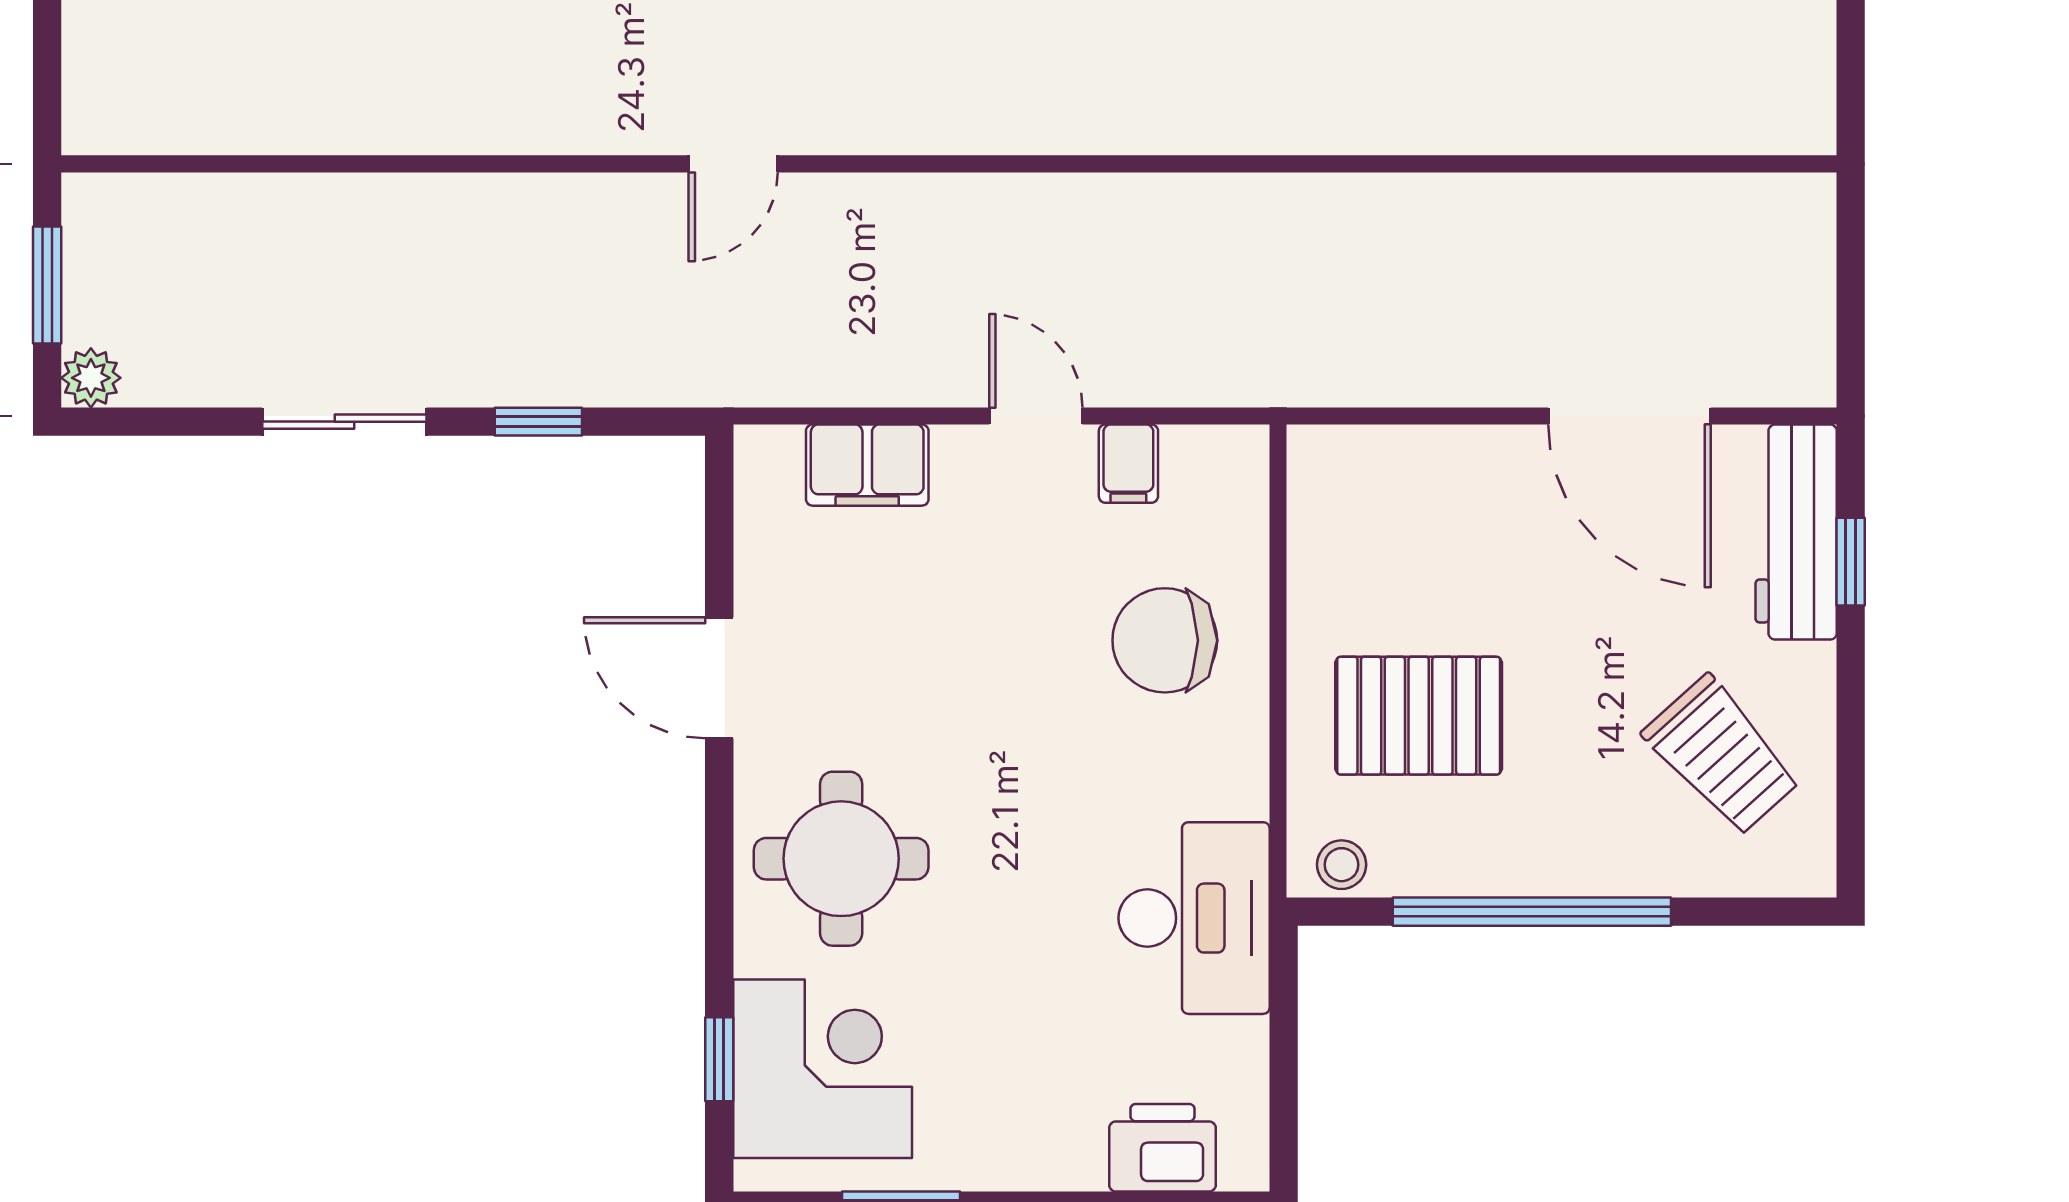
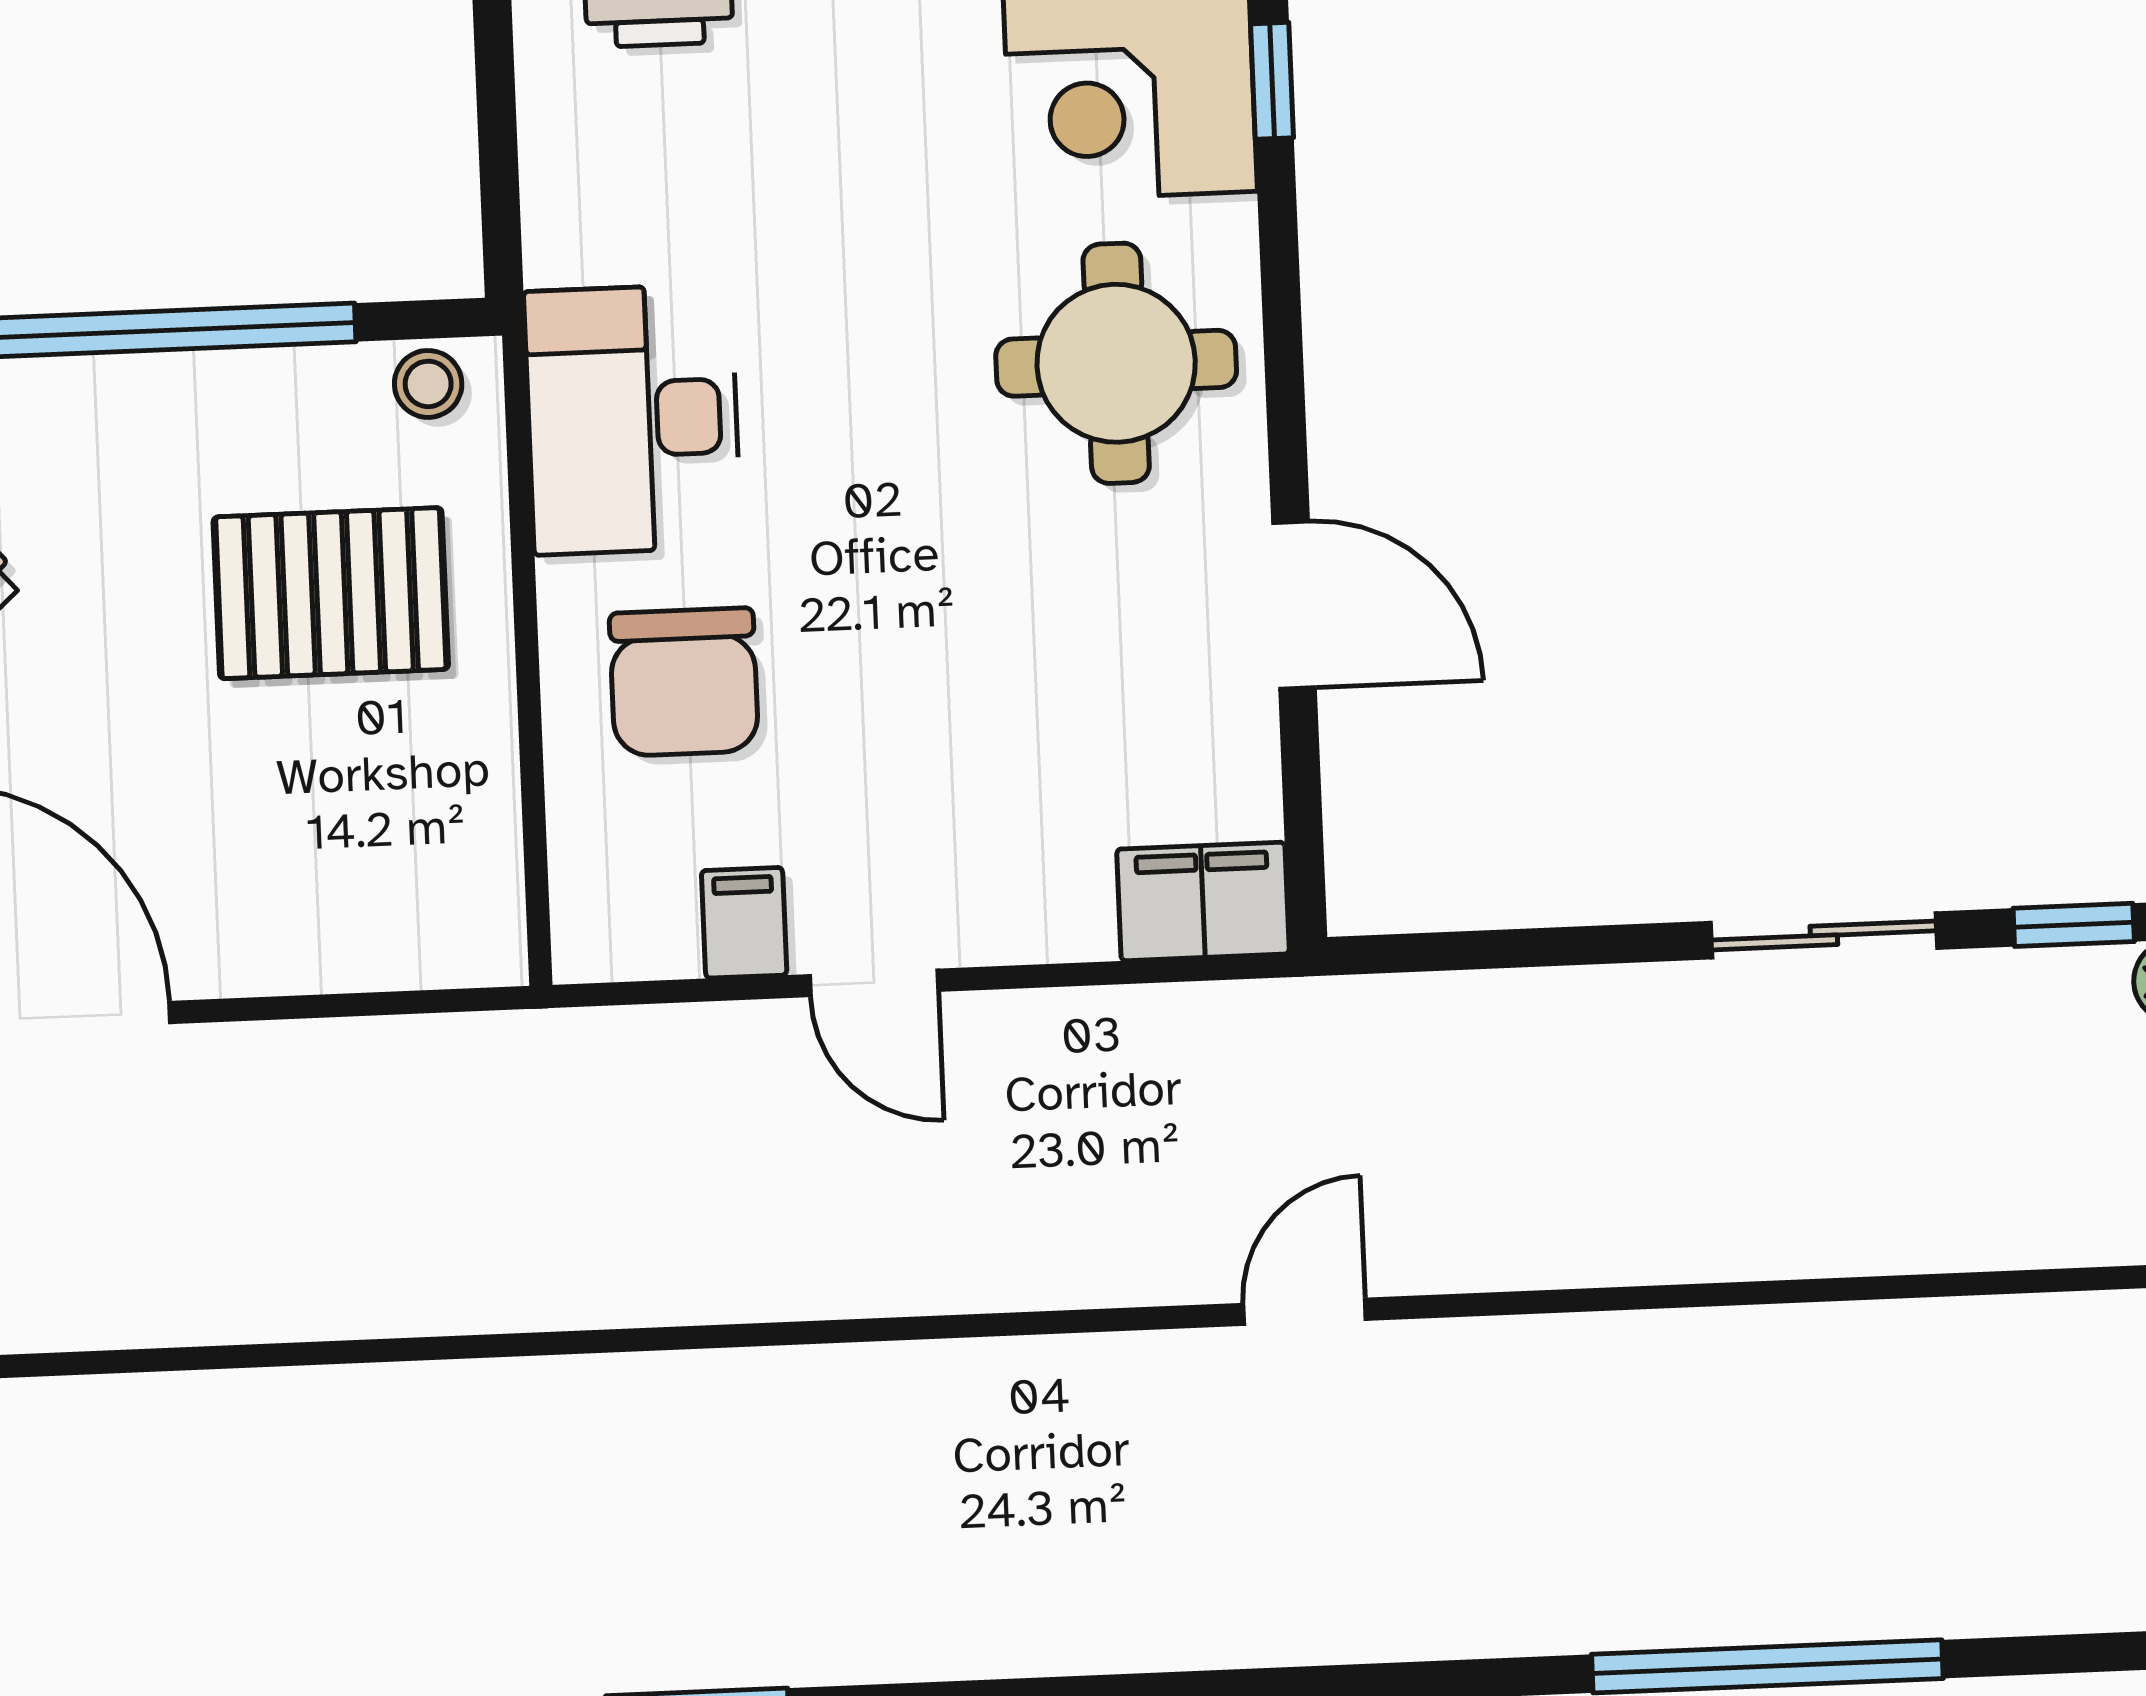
window: (538, 422) -> (2074, 925), moved
filing cabinet: (867, 465) -> (1203, 902), moved
chair: (1165, 640) -> (684, 682), turned 90
desk: (1194, 918) -> (633, 419), moved

